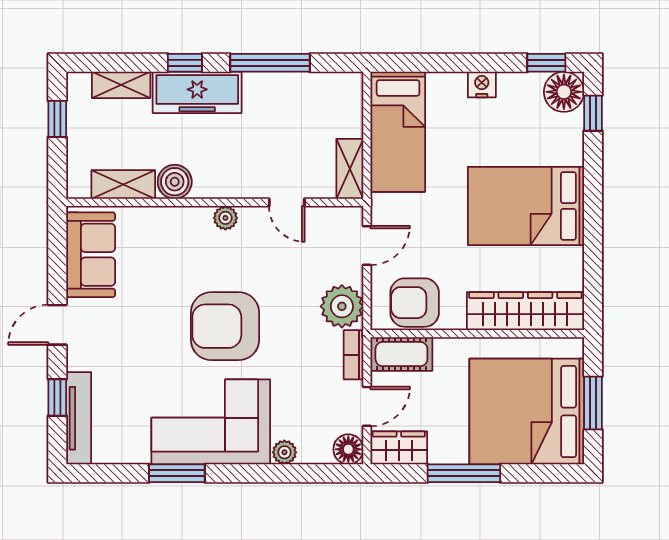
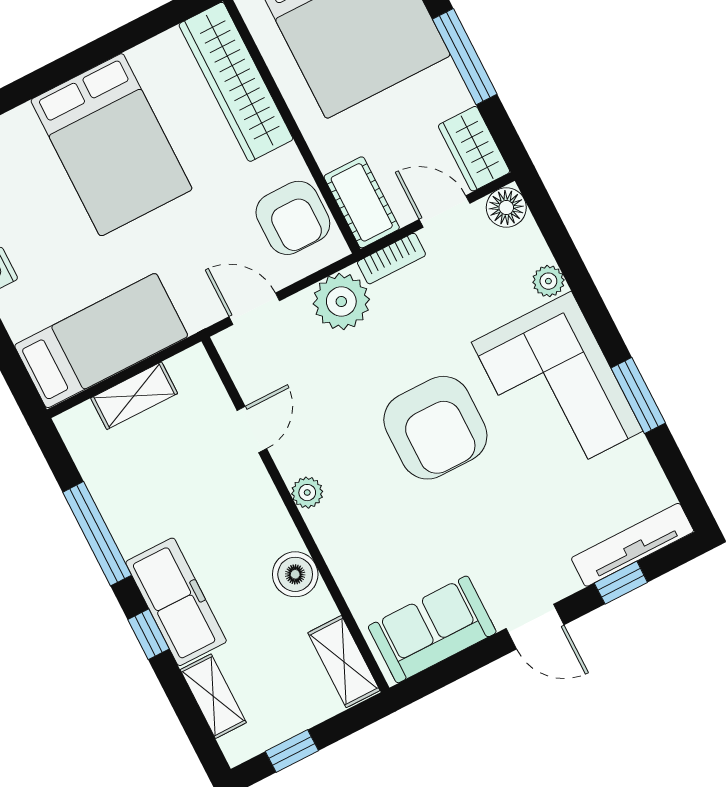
shelving: (350, 169) -> (134, 396), moved
shelving: (123, 184) -> (344, 662), moved

